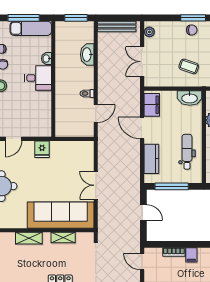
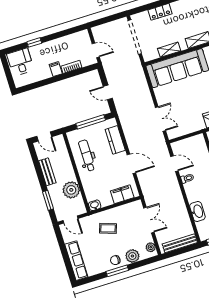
plant: (172, 29) -> (132, 256), added
washbasin: (190, 98) -> (95, 205), width x0.52, depth x0.69
filing cabinet: (152, 105) -> (122, 194), moved, turned 90
door: (96, 114) -> (174, 164), swing flipped
dental chair: (187, 152) -> (87, 156), turned 180
double door: (96, 185) -> (160, 119), moved

